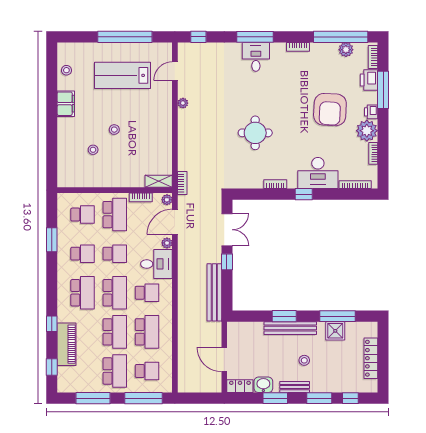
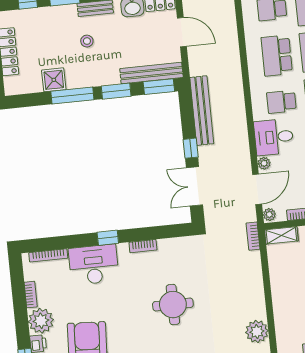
plant: (183, 103) -> (257, 332), width x1.88, depth x1.88
window: (248, 316) -> (159, 87), added
window: (337, 316) -> (72, 96), moved
bench: (290, 328) -> (151, 73), moved

